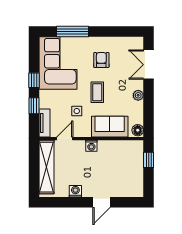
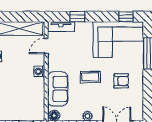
window: (34, 80) -> (126, 17), moved
side table: (77, 111) -> (72, 57), removed
door: (65, 139) -> (46, 46), swing flipped

